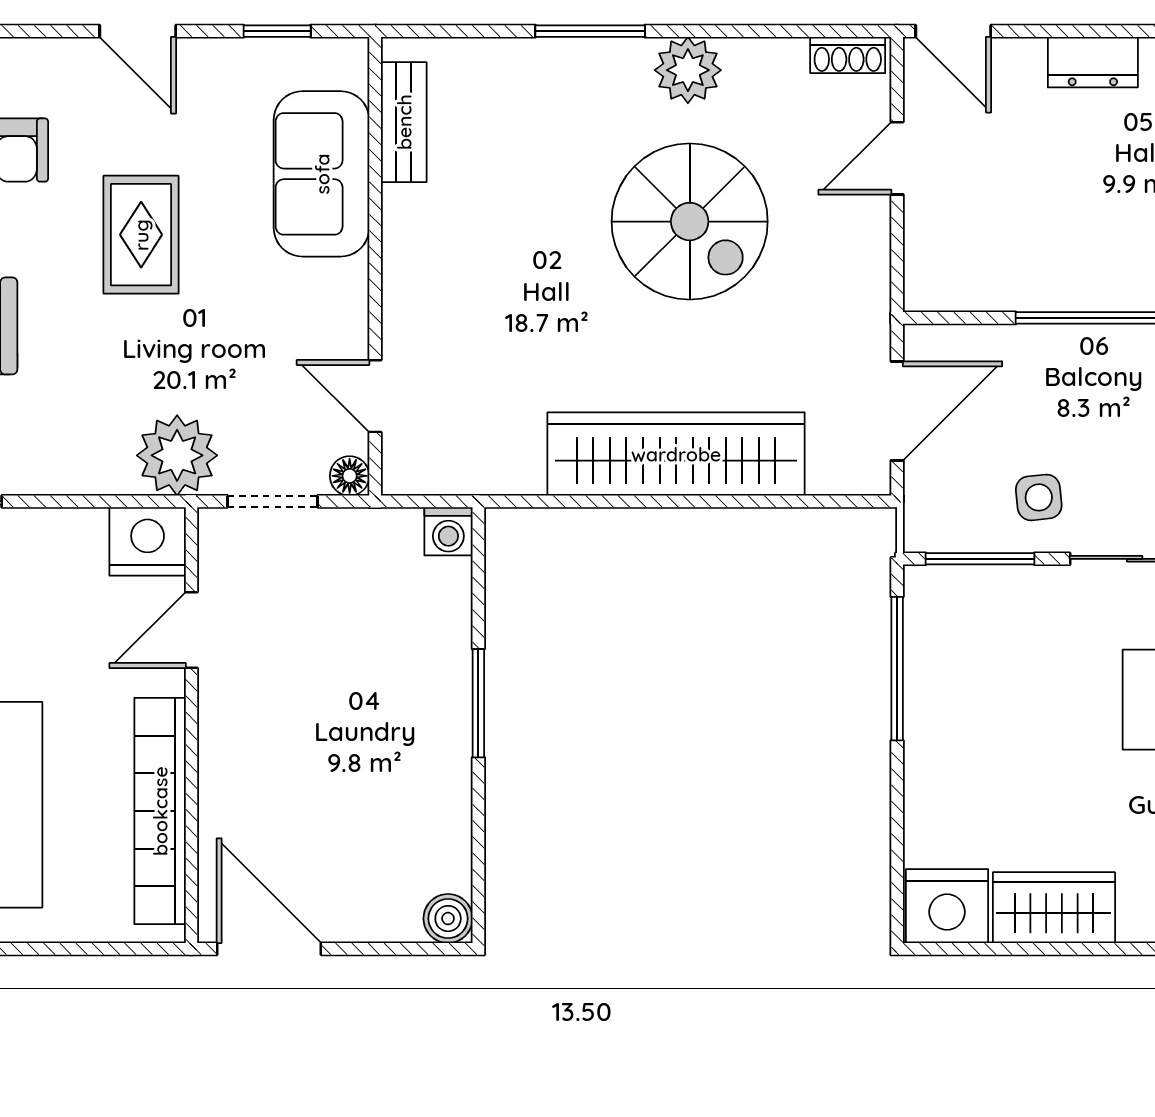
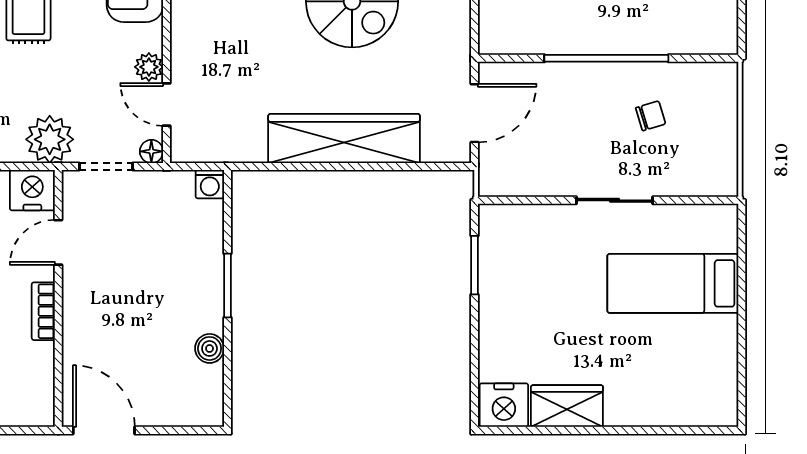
plant: (345, 333) -> (149, 67), added
side table: (1039, 497) -> (558, 164), removed
window: (980, 559) -> (523, 200), removed
window: (897, 669) -> (474, 265), width x0.69
bookcase: (160, 811) -> (43, 311), width x0.43, depth x0.76
boiler: (448, 919) -> (210, 348), moved

